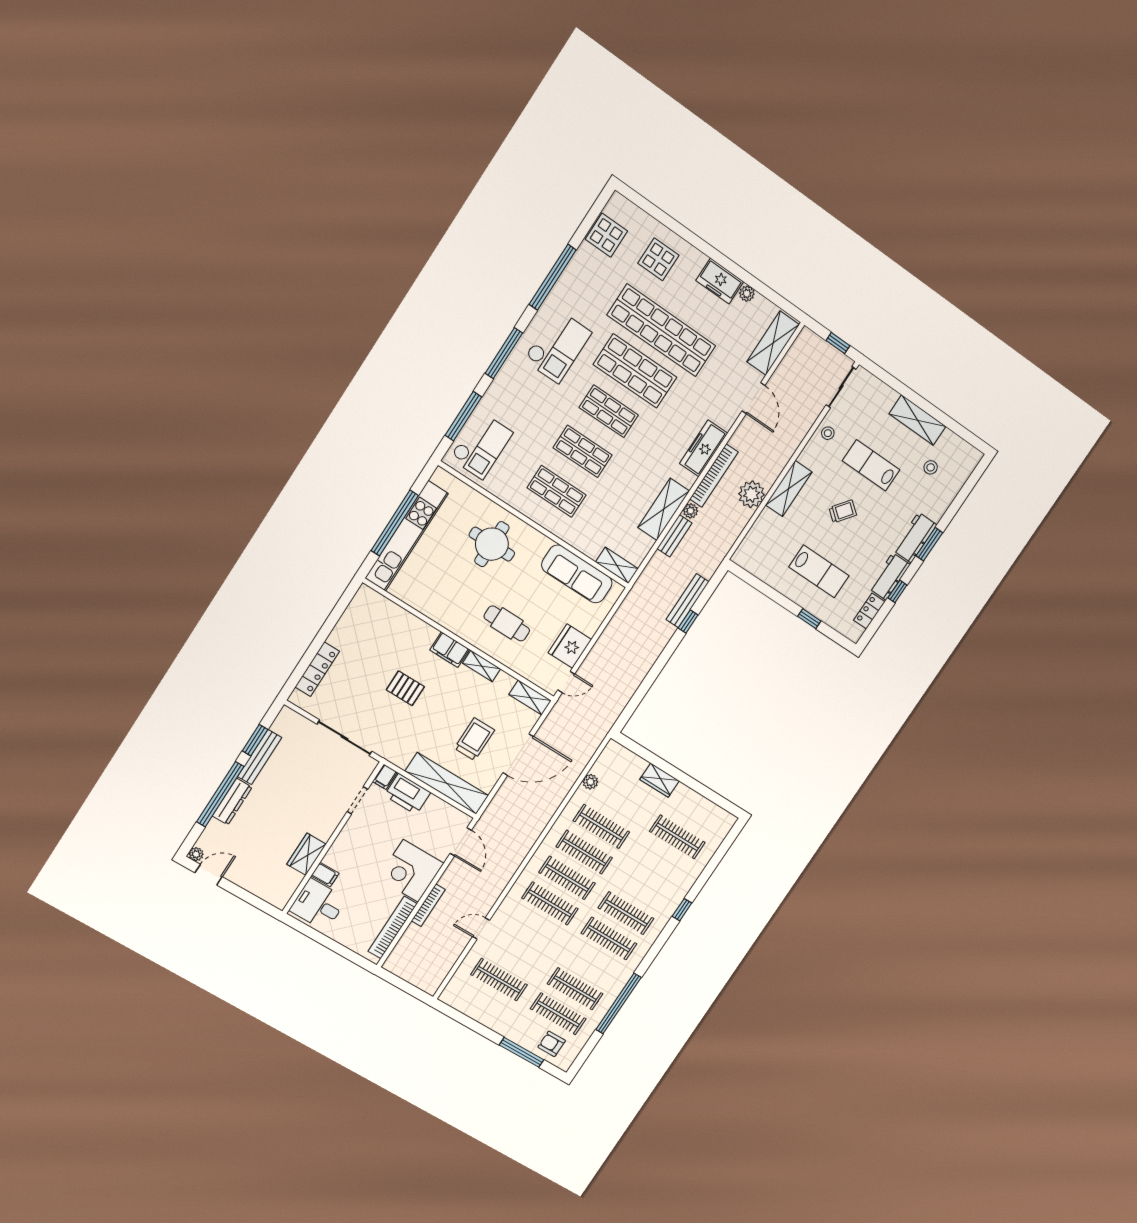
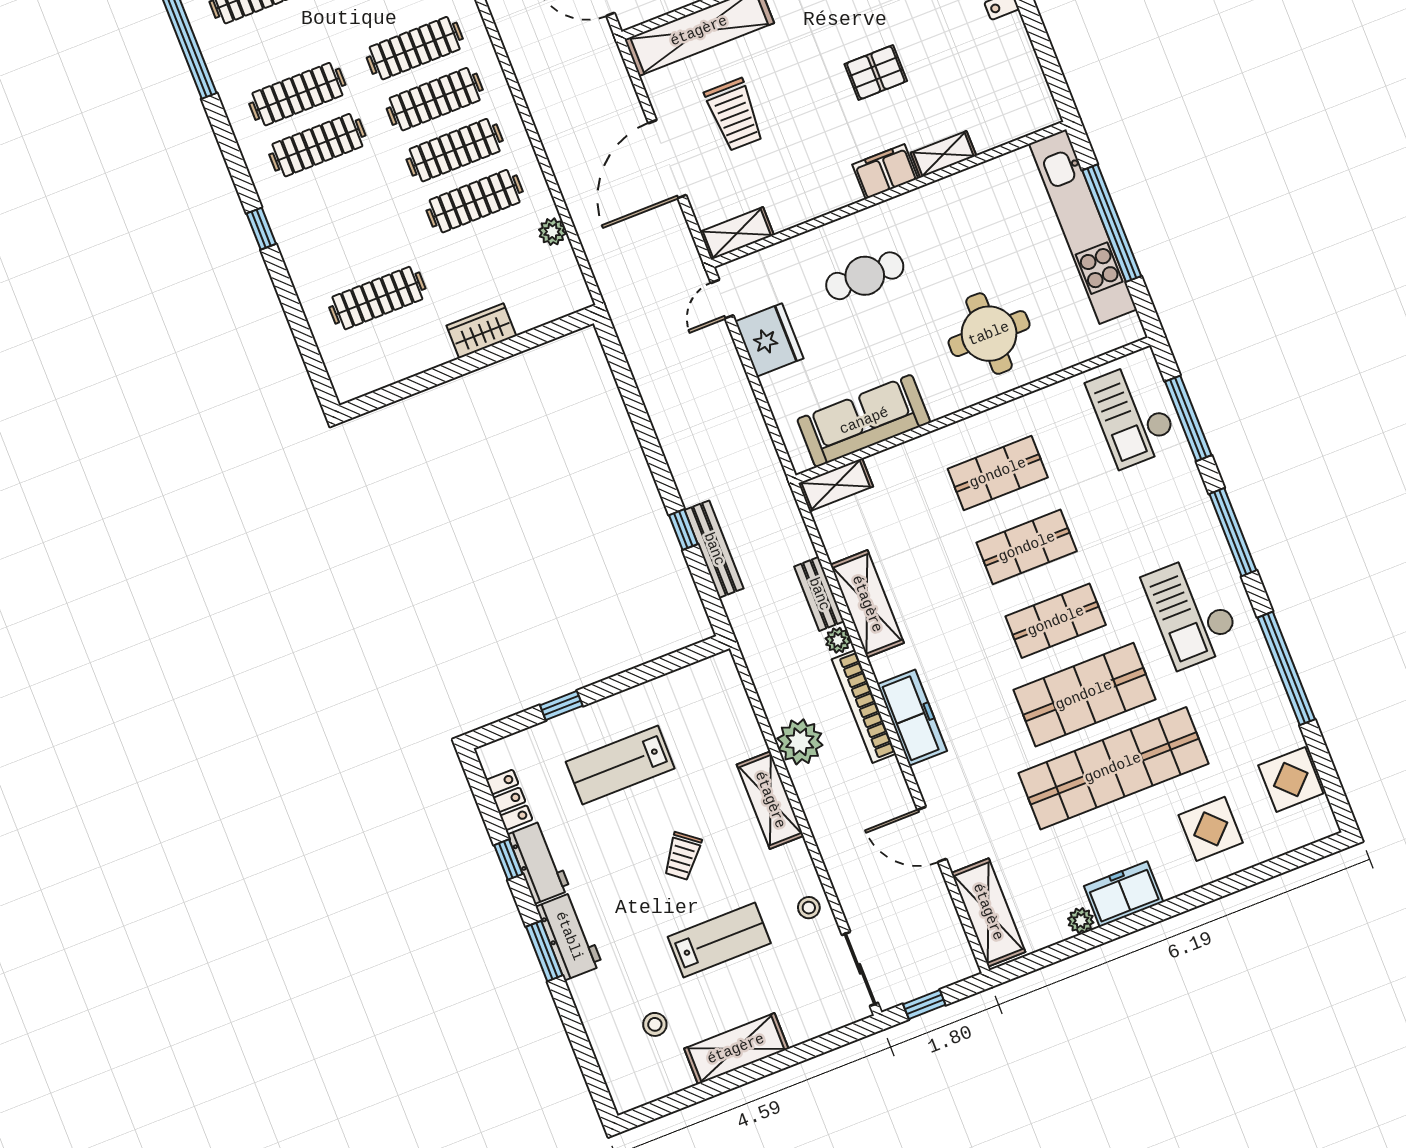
shelving: (482, 666) -> (943, 154), moved

